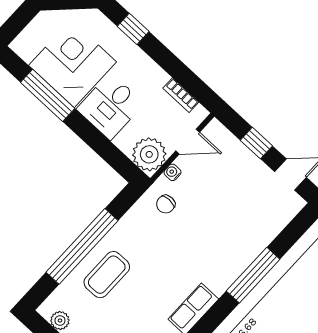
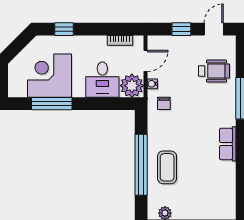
desk: (110, 106) -> (102, 80), moved
wheelchair: (250, 219) -> (214, 71), added

